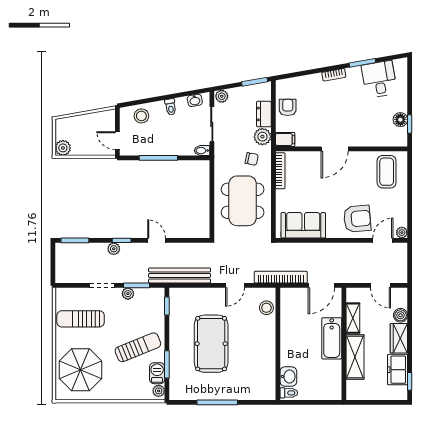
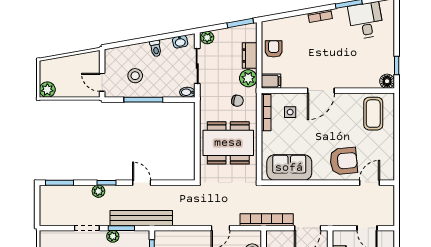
stool: (141, 116) -> (135, 76), moved
floor lamp: (400, 120) -> (387, 81), moved
side table: (304, 170) -> (290, 112), added
dining table: (243, 201) -> (228, 143), turned 90
plant: (402, 233) -> (389, 175), removed
bench: (180, 275) -> (141, 218), moved

